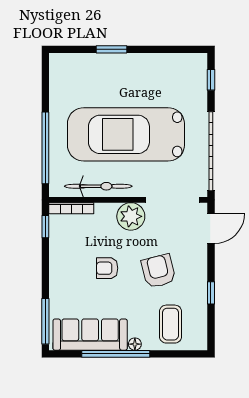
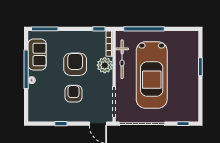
car: (126, 134) -> (152, 75), turned 180
plant: (131, 216) -> (105, 65), moved
armchair: (107, 268) -> (75, 64), width x1.88, depth x1.88
armchair: (158, 271) -> (73, 94), turned -76
coffee table: (171, 324) -> (43, 101), removed
sofa: (90, 335) -> (37, 54), width x0.73

